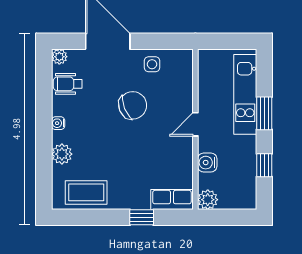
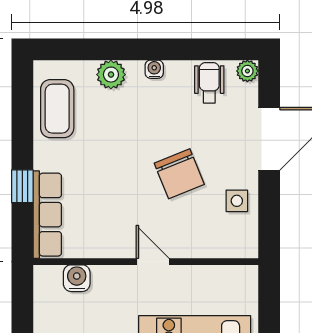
water cooler: (207, 163) -> (77, 278), moved
row of seats: (172, 200) -> (47, 215), width x1.48
plant: (208, 200) -> (47, 279), removed

